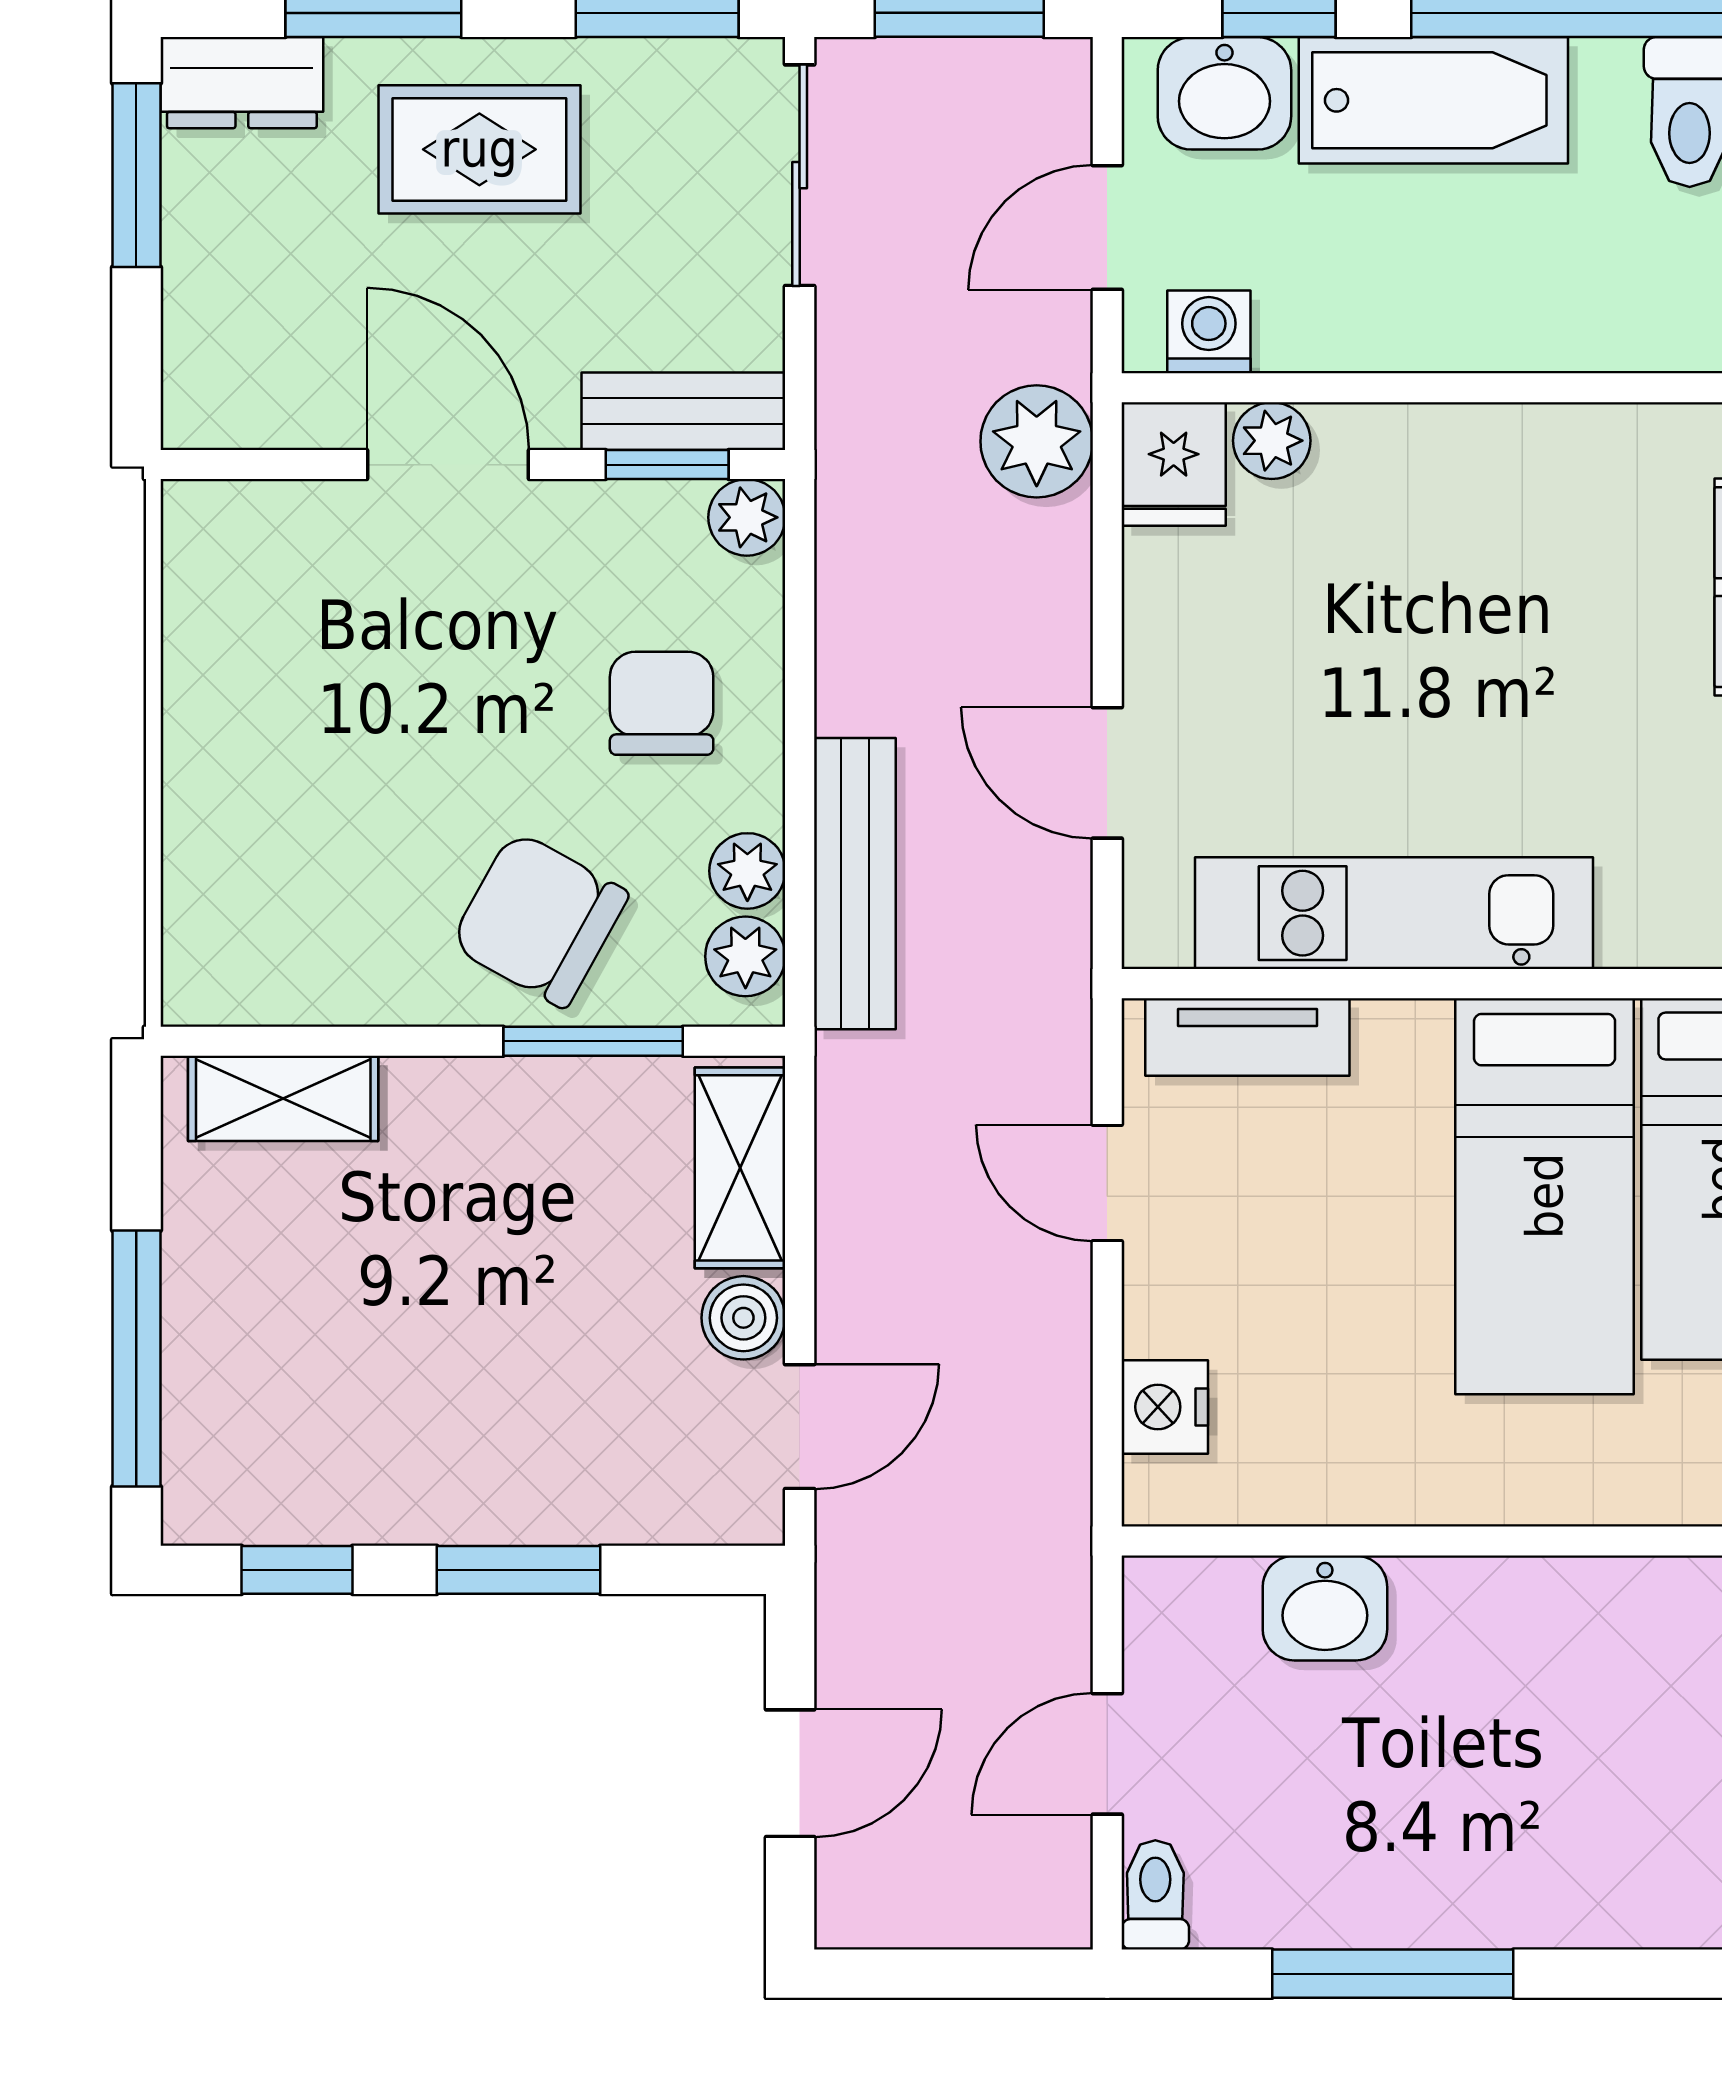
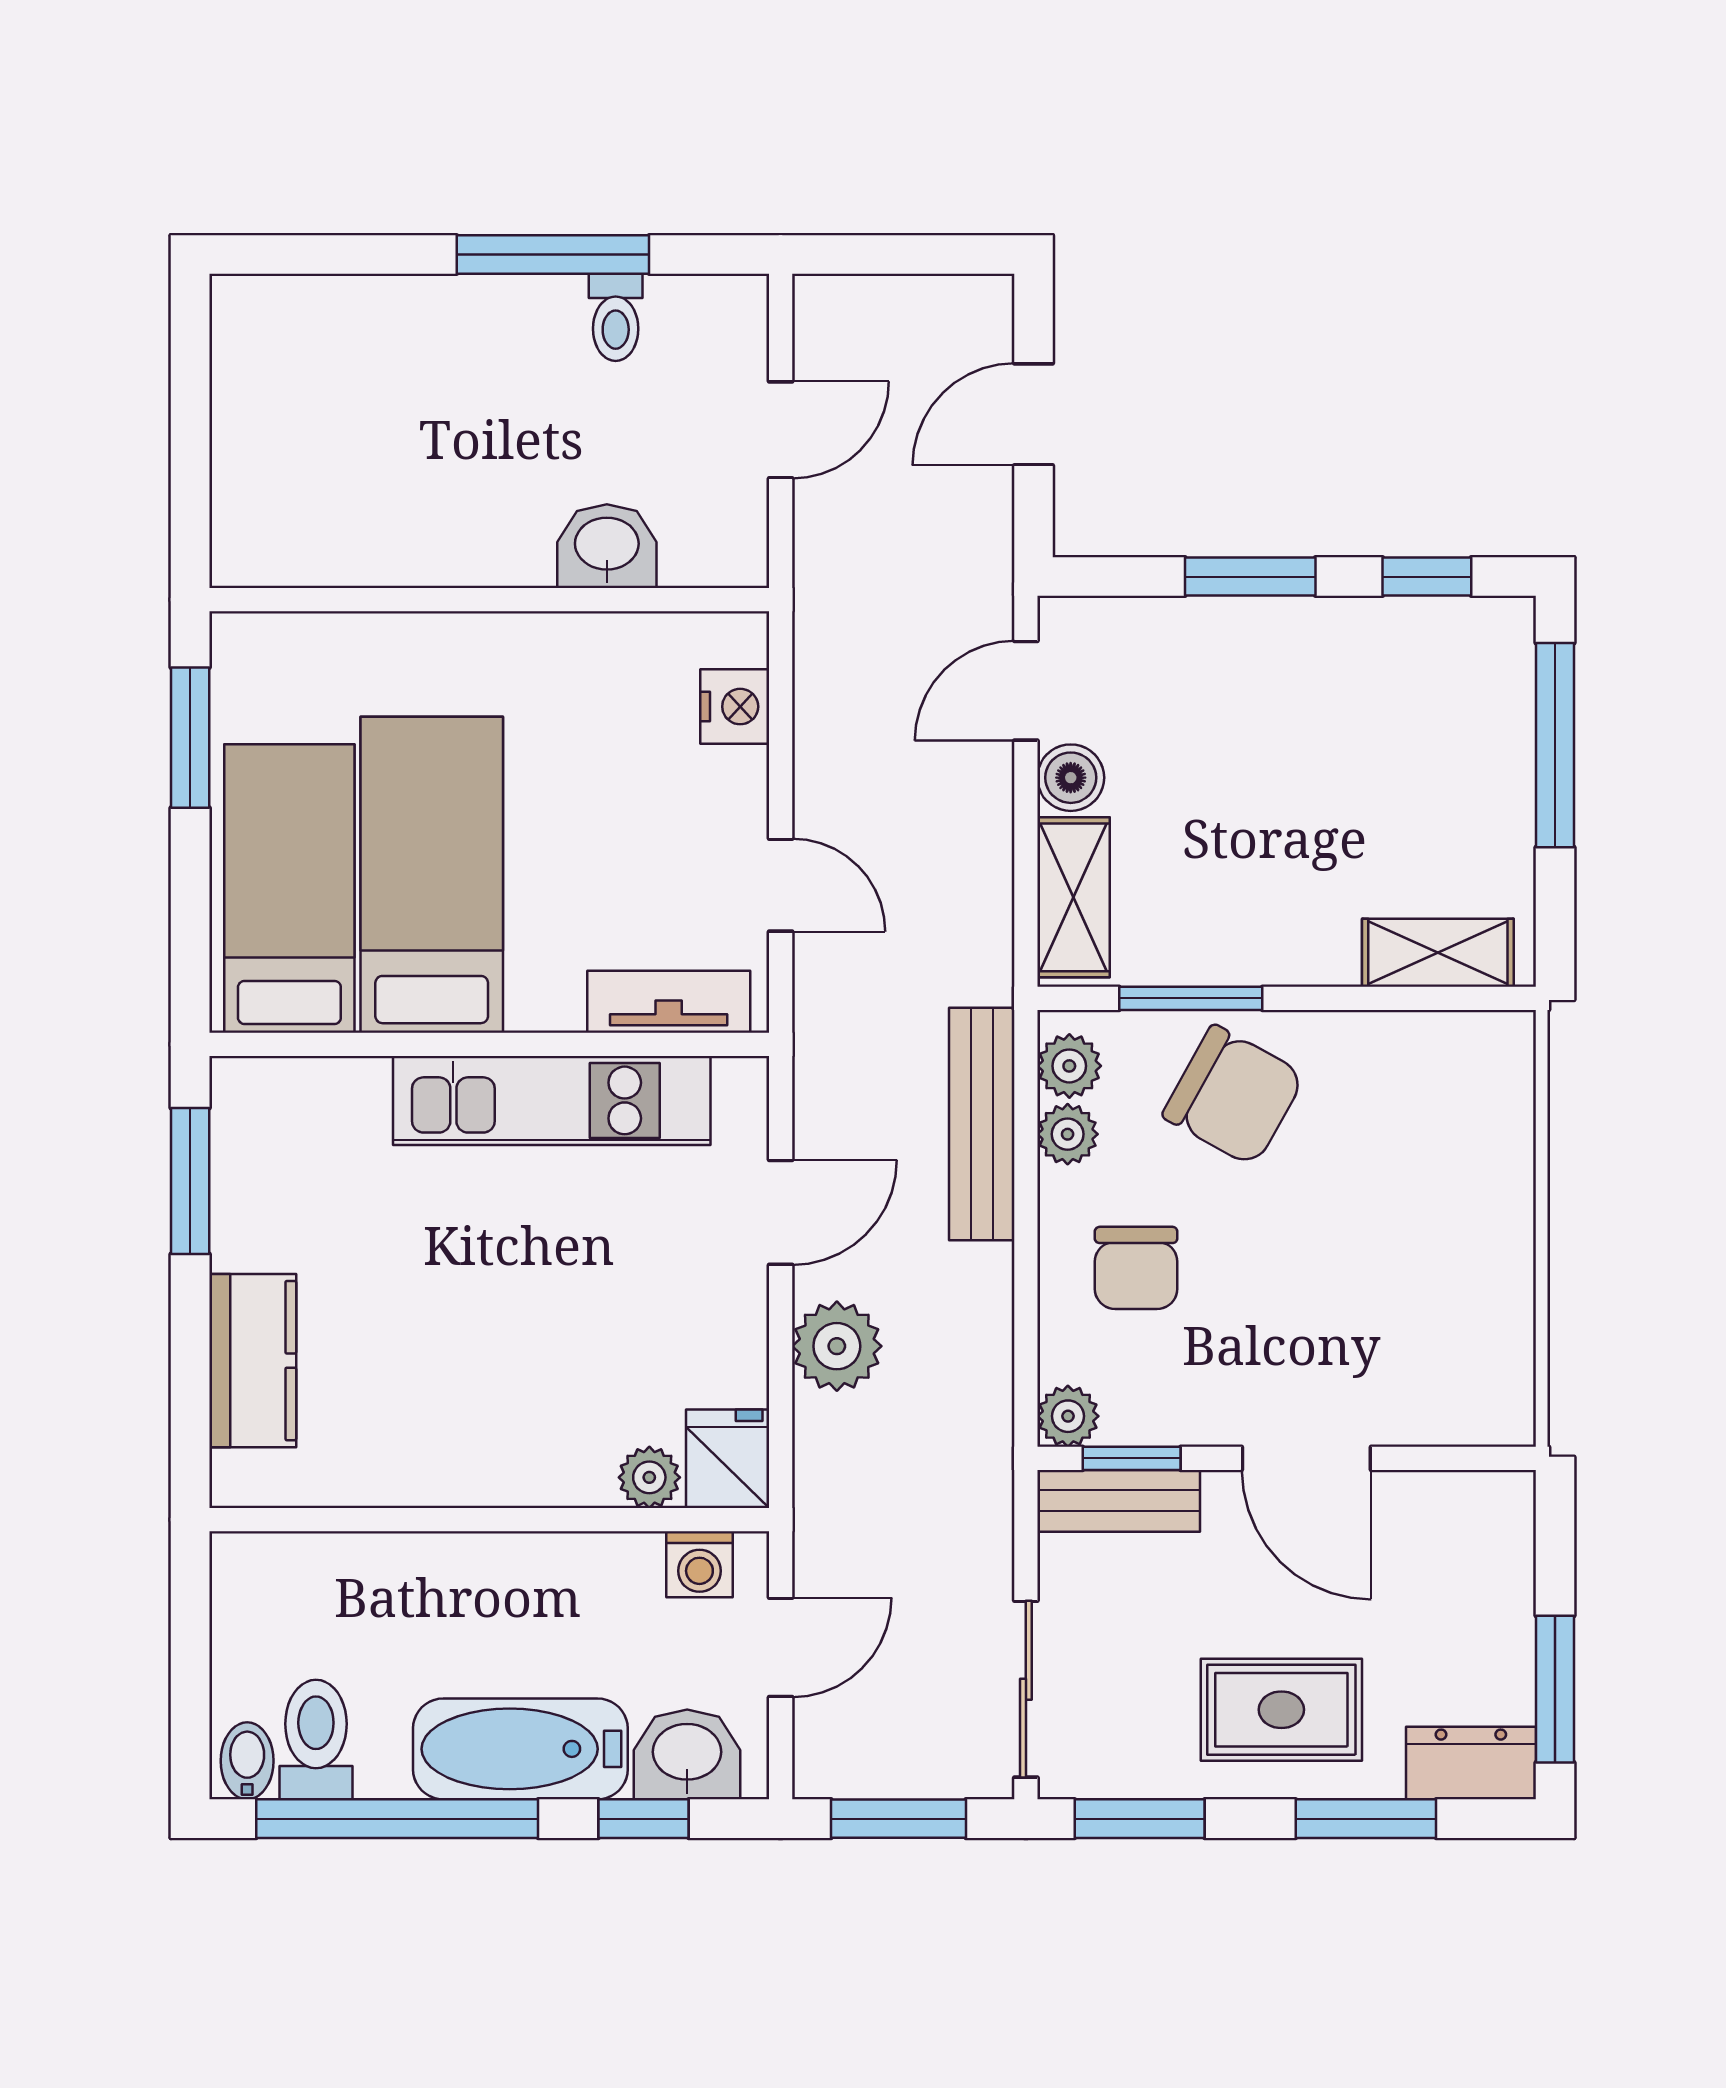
plant: (1037, 441) -> (837, 1346), moved
door: (1107, 773) -> (781, 1212), hinge flipped
toilet: (1155, 1895) -> (616, 317), moved

